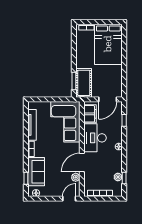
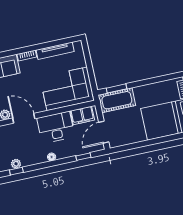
door: (108, 99) -> (104, 132), hinge flipped

